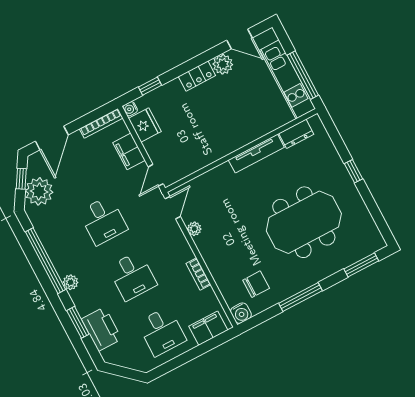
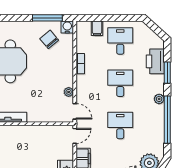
door: (173, 208) -> (75, 111), swing flipped
chair: (256, 284) -> (49, 39), turned 50
window: (300, 297) -> (47, 18), moved
filing cabinet: (208, 328) -> (97, 28), width x0.50

